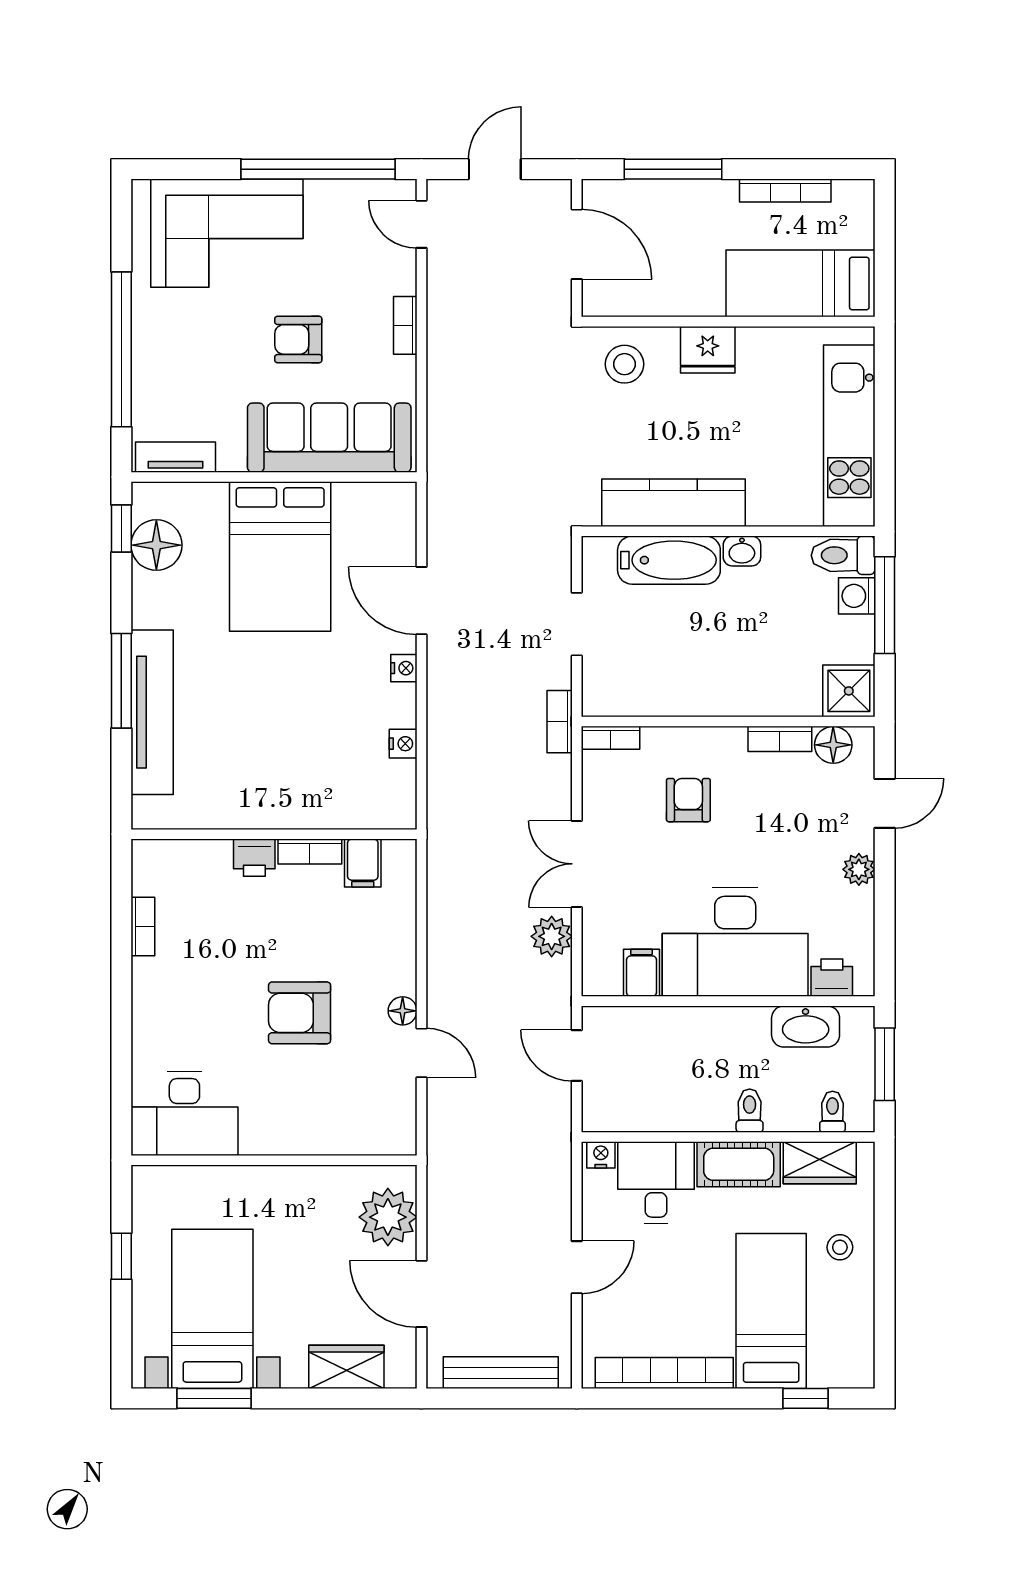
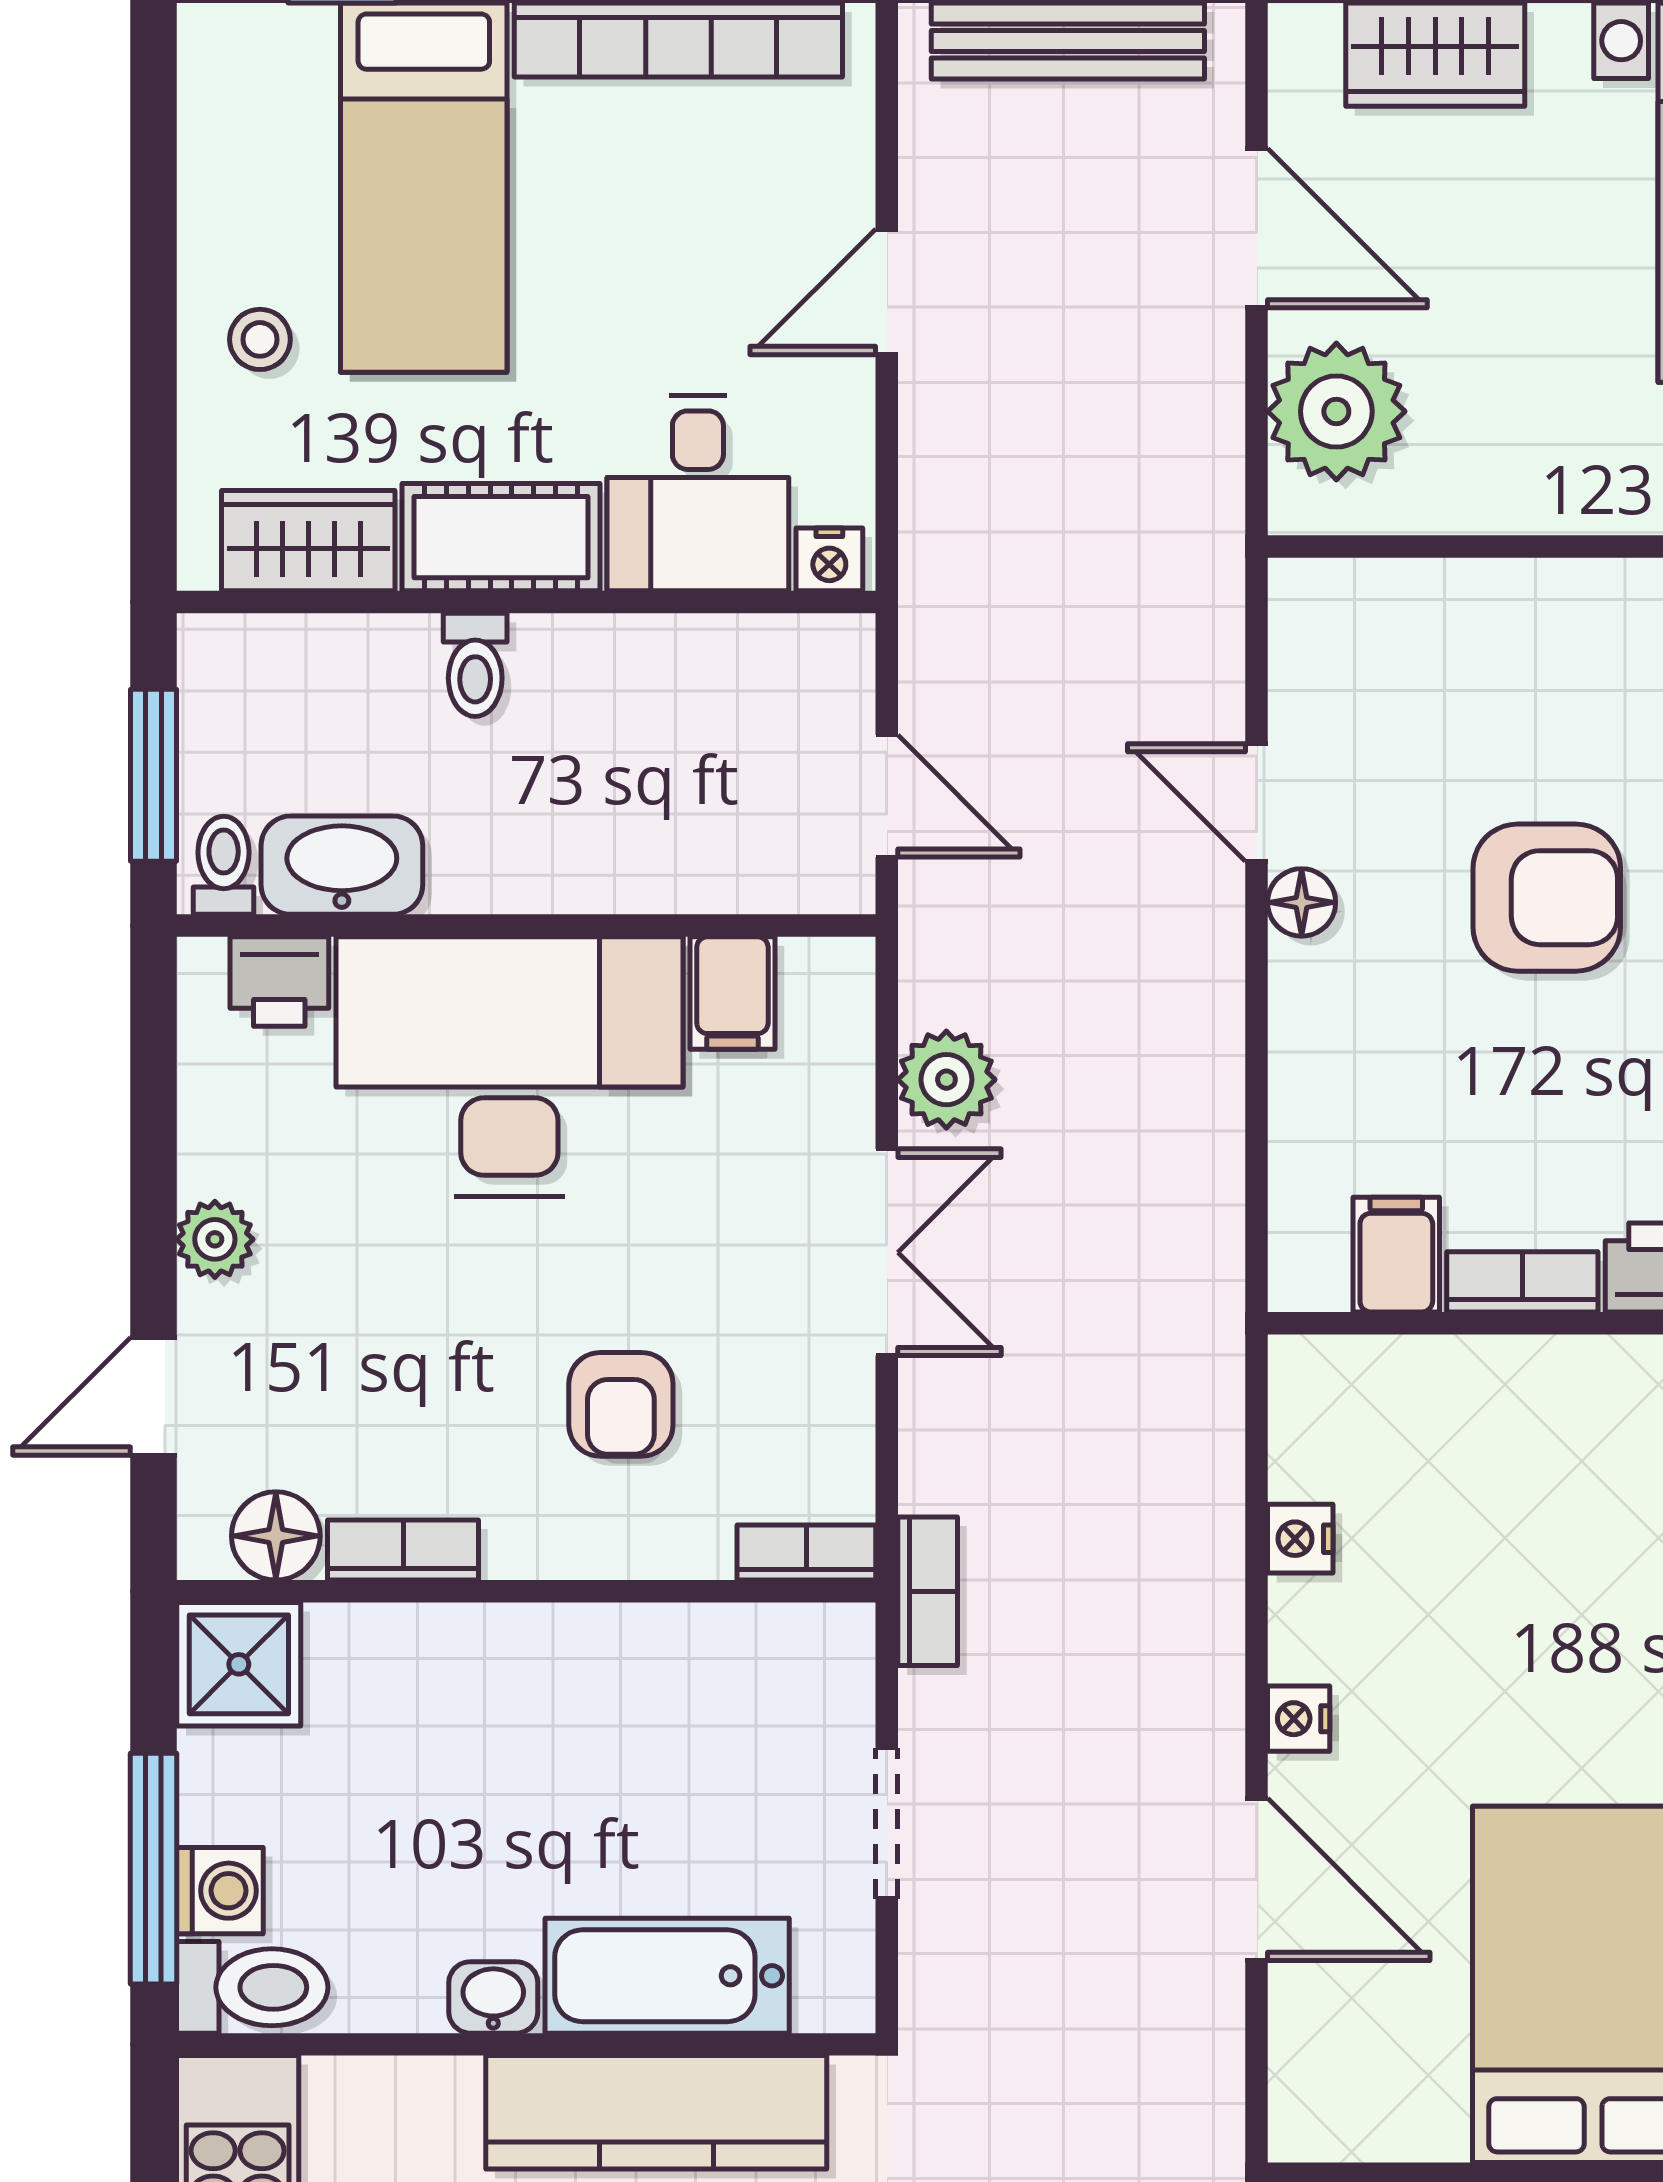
toilet: (832, 1112) -> (224, 865), moved, turned 180

